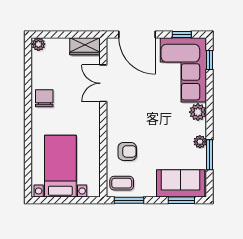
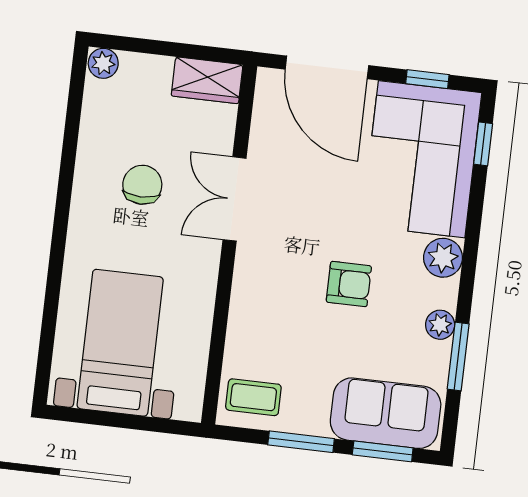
double door: (103, 83) -> (234, 199), moved
chair: (44, 98) -> (142, 185), moved
armchair: (127, 151) -> (349, 284), moved
window: (129, 200) -> (301, 442), moved

